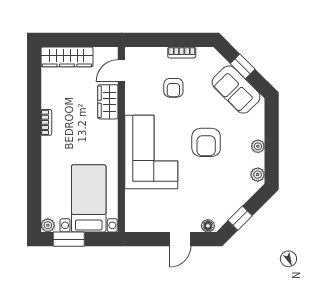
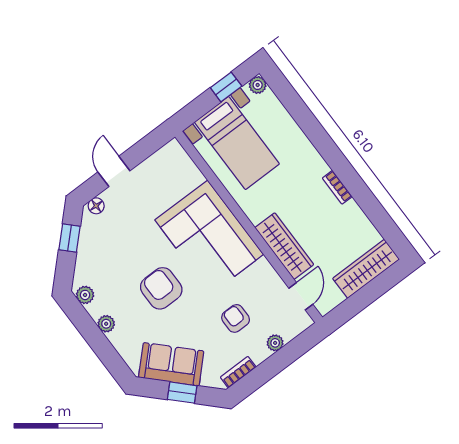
bookcase: (182, 52) -> (238, 372), moved
plant: (160, 53) -> (275, 343), added
wardrobe: (108, 102) -> (284, 246), width x1.50
window: (69, 239) -> (226, 87), width x0.67

